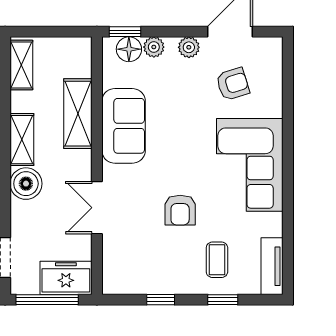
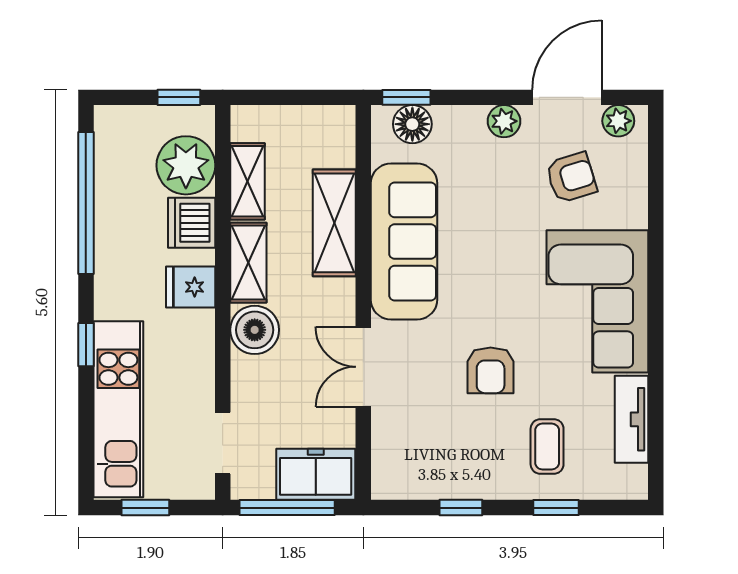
plant: (154, 47) -> (618, 121), moved
shelving: (21, 65) -> (248, 181), moved
sofa: (124, 126) -> (404, 242), width x1.36
tv unit: (272, 266) -> (631, 419), moved

